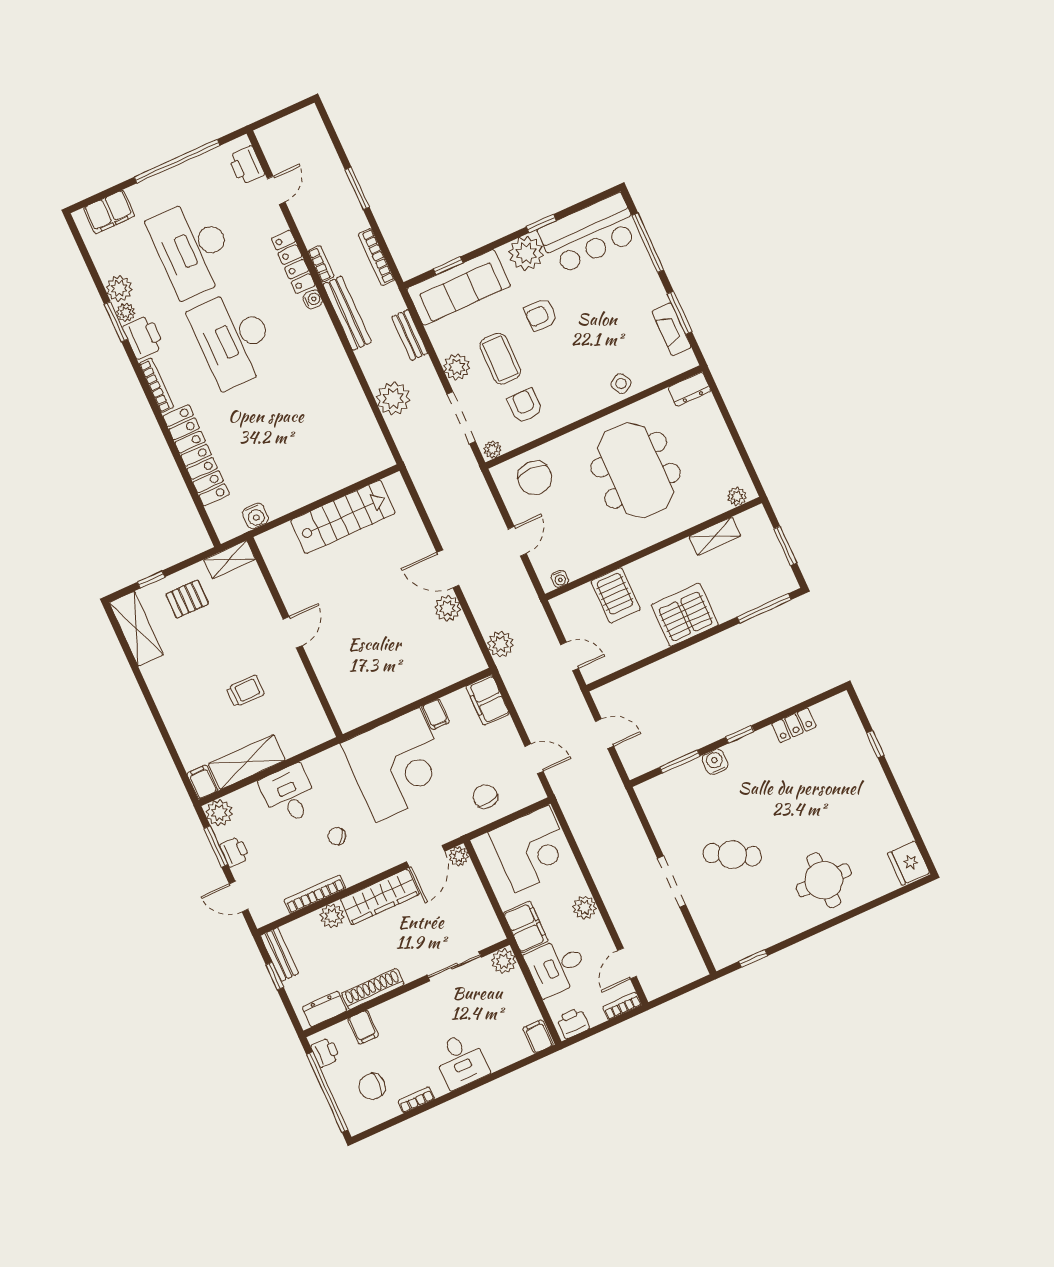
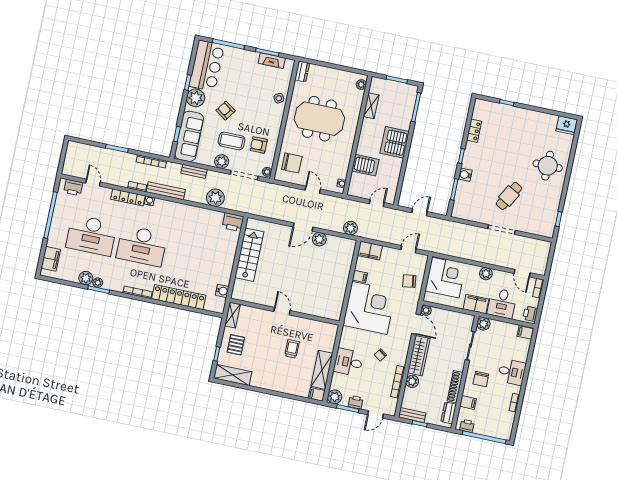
armchair: (541, 315) -> (226, 111), turned 125
printer: (143, 337) -> (233, 222), moved, turned 180
chair: (372, 1086) -> (481, 379), moved

